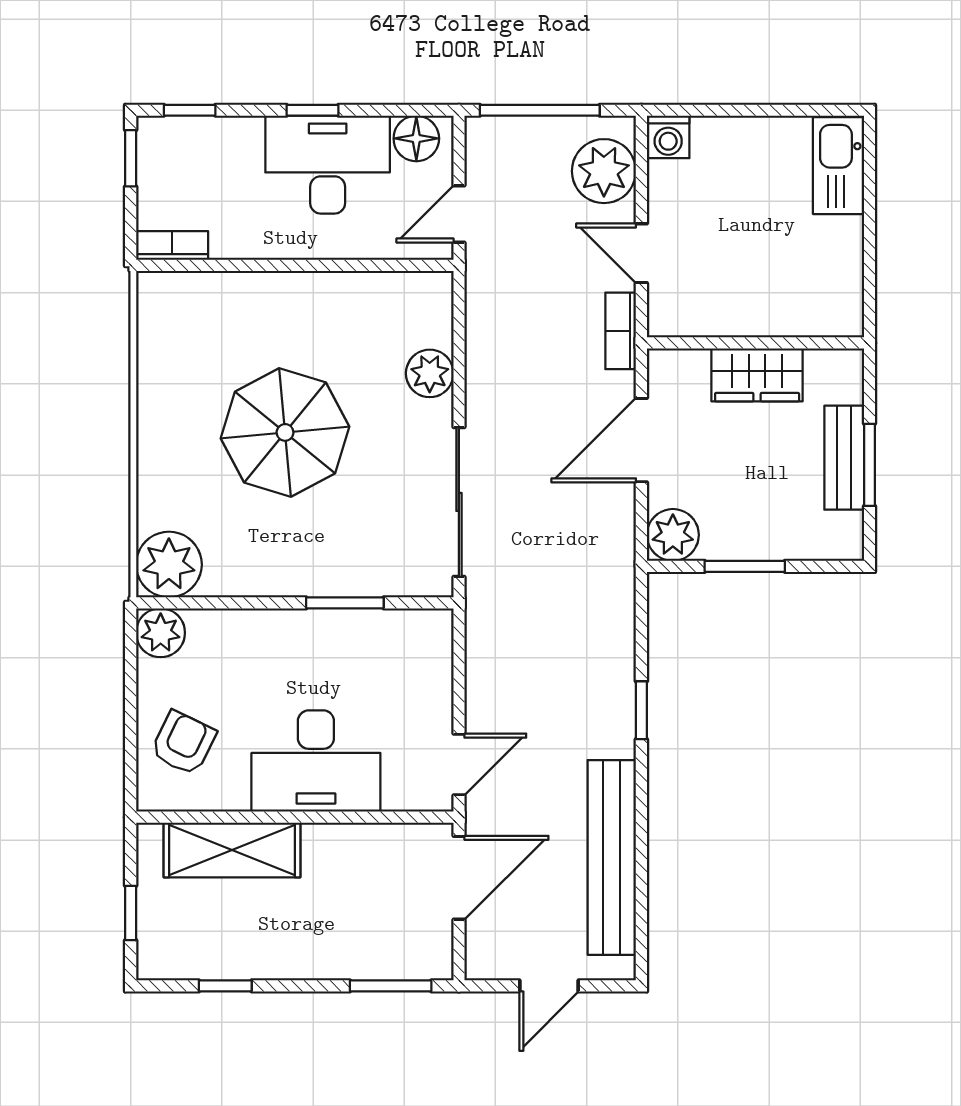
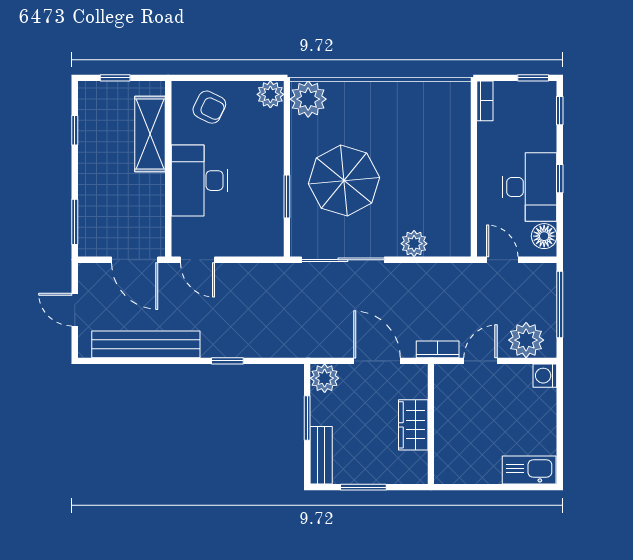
parasol: (285, 432) -> (344, 181), moved
bench: (844, 458) -> (321, 455), moved, turned 90

